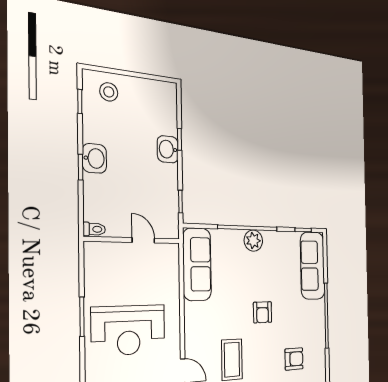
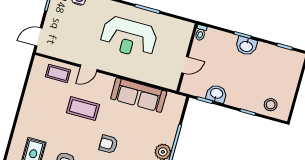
stool: (109, 92) -> (271, 105), moved
washbasin: (168, 149) -> (217, 94), moved
sofa: (197, 264) -> (139, 95), moved
reception desk: (129, 330) -> (129, 37), turned -90

